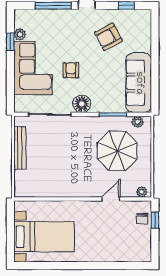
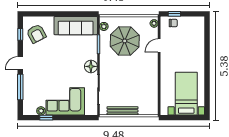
armchair: (108, 37) -> (36, 34), moved
armchair: (71, 70) -> (67, 74), removed
door: (111, 199) -> (159, 46), hinge flipped

